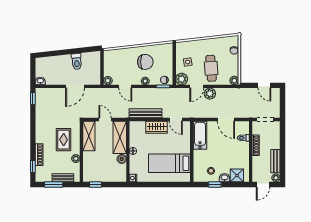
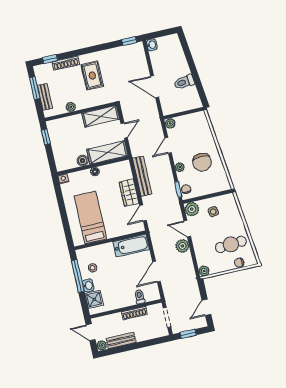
cafe table: (211, 68) -> (231, 244), moved
window: (283, 105) -> (188, 334), added
rug: (64, 140) -> (92, 76), moved, turned 90
window: (215, 184) -> (78, 276), width x2.17

